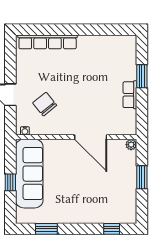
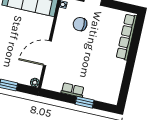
chair: (45, 104) -> (80, 24), turned -141

